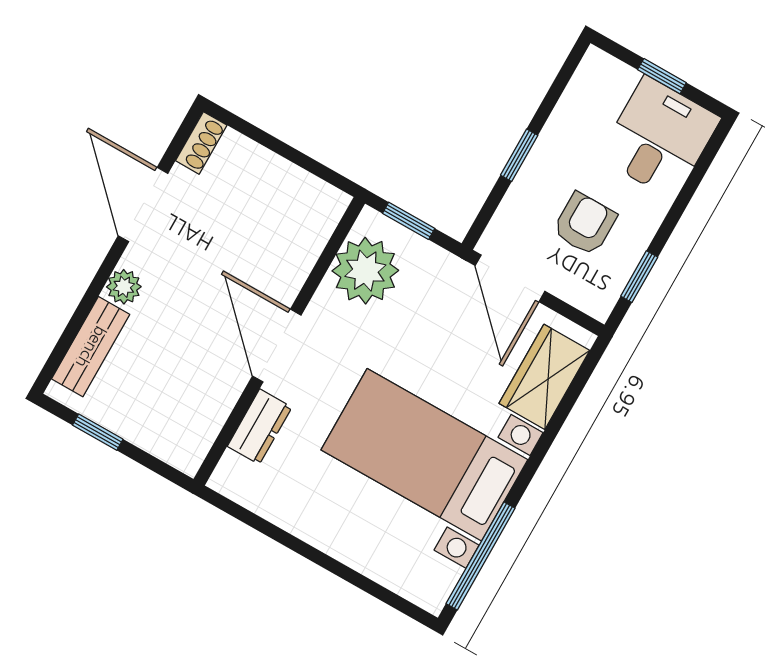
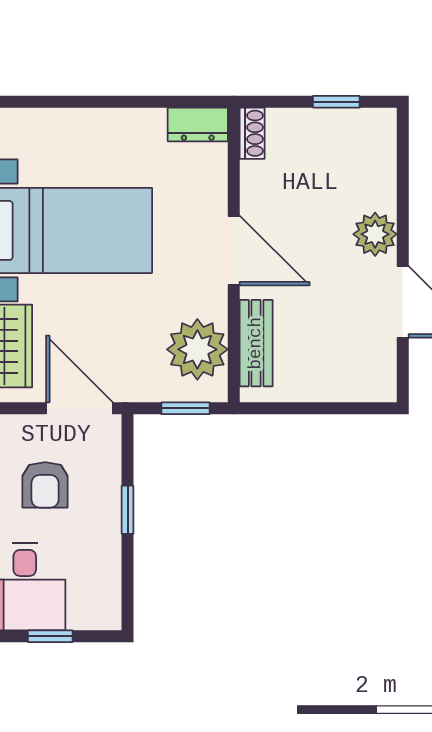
shoe rack: (201, 143) -> (252, 133), moved, turned 180
plant: (124, 287) -> (375, 234), width x1.38, depth x1.38
bench: (91, 347) -> (256, 343), moved
dresser: (260, 427) -> (198, 124), moved, turned -90

